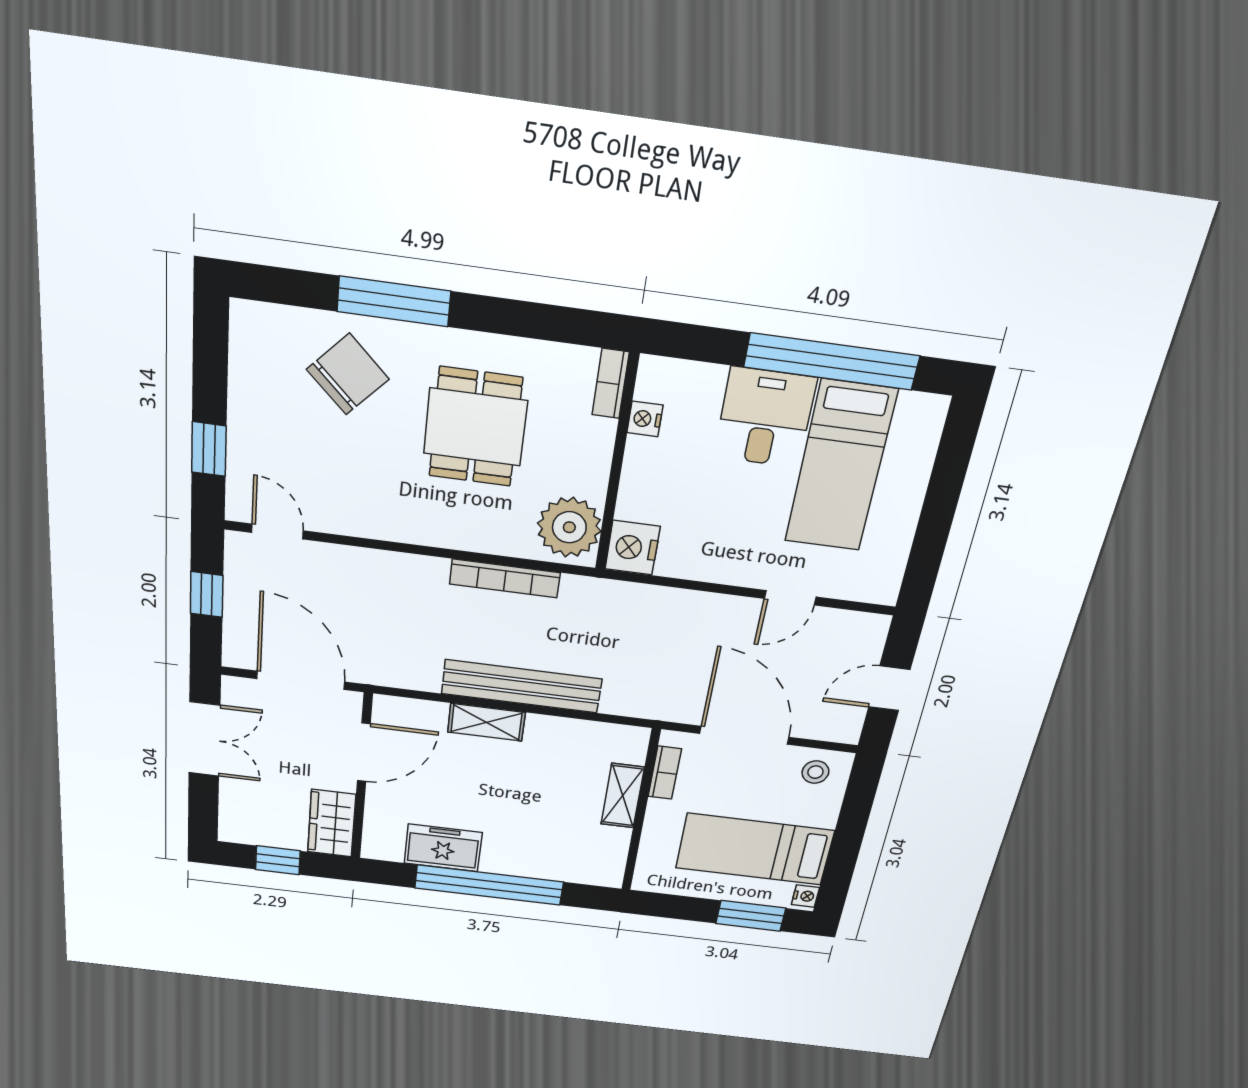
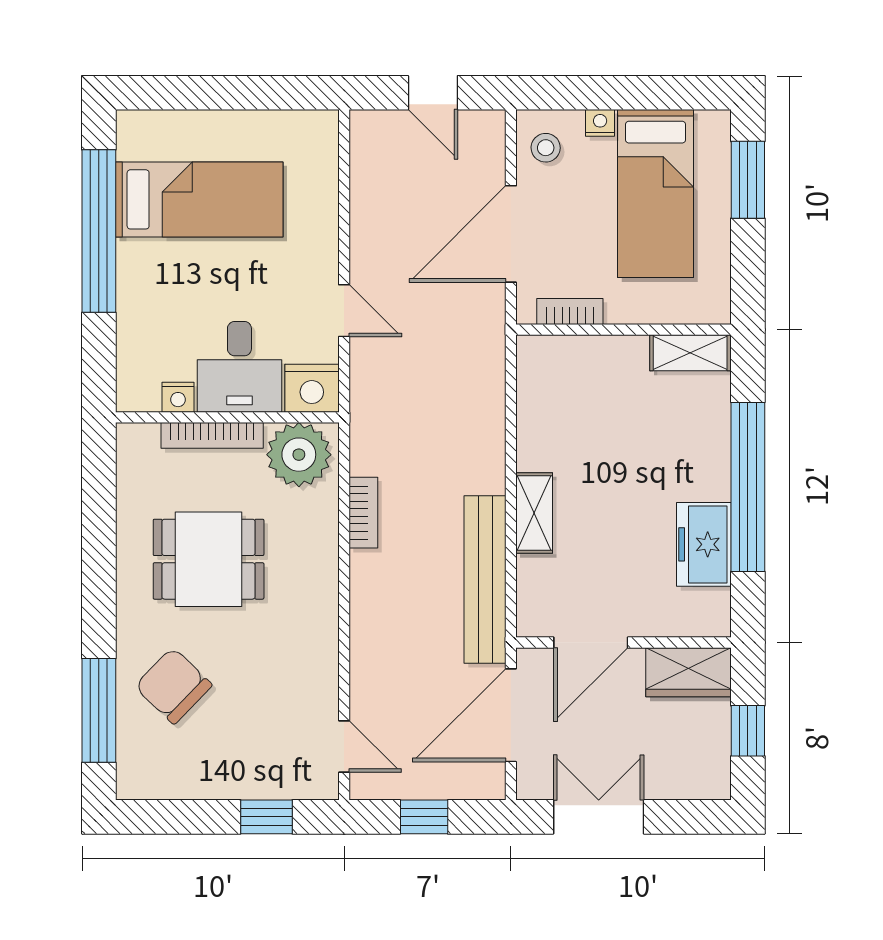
window: (394, 301) -> (99, 710), moved
bookcase: (611, 384) -> (212, 435), moved, width x1.56
desk: (765, 418) -> (239, 367), moved, turned -90
door: (278, 532) -> (344, 746), swing flipped
bookcase: (505, 578) -> (363, 513), width x0.64
door: (790, 598) -> (344, 311), moved
bench: (522, 686) -> (485, 579), moved
door: (364, 752) -> (591, 643), swing flipped
shelving: (623, 796) -> (690, 353), moved
nightstand: (805, 896) -> (600, 123), moved

